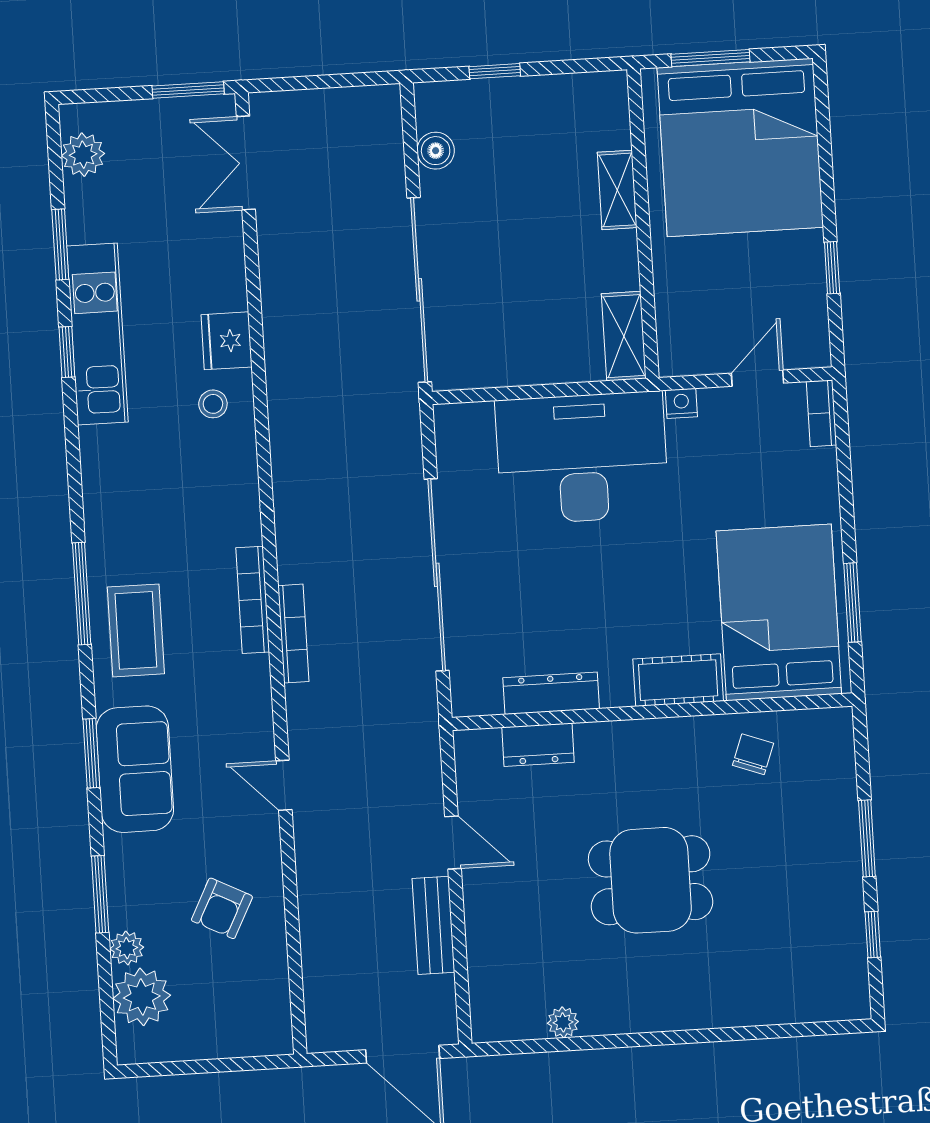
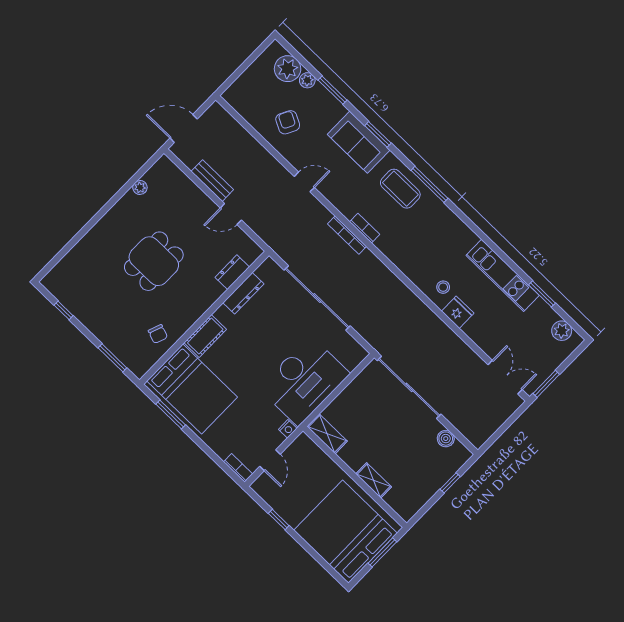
window: (67, 352) -> (507, 260), removed
bookcase: (253, 600) -> (365, 228), width x0.64
window: (867, 838) -> (112, 358), moved

